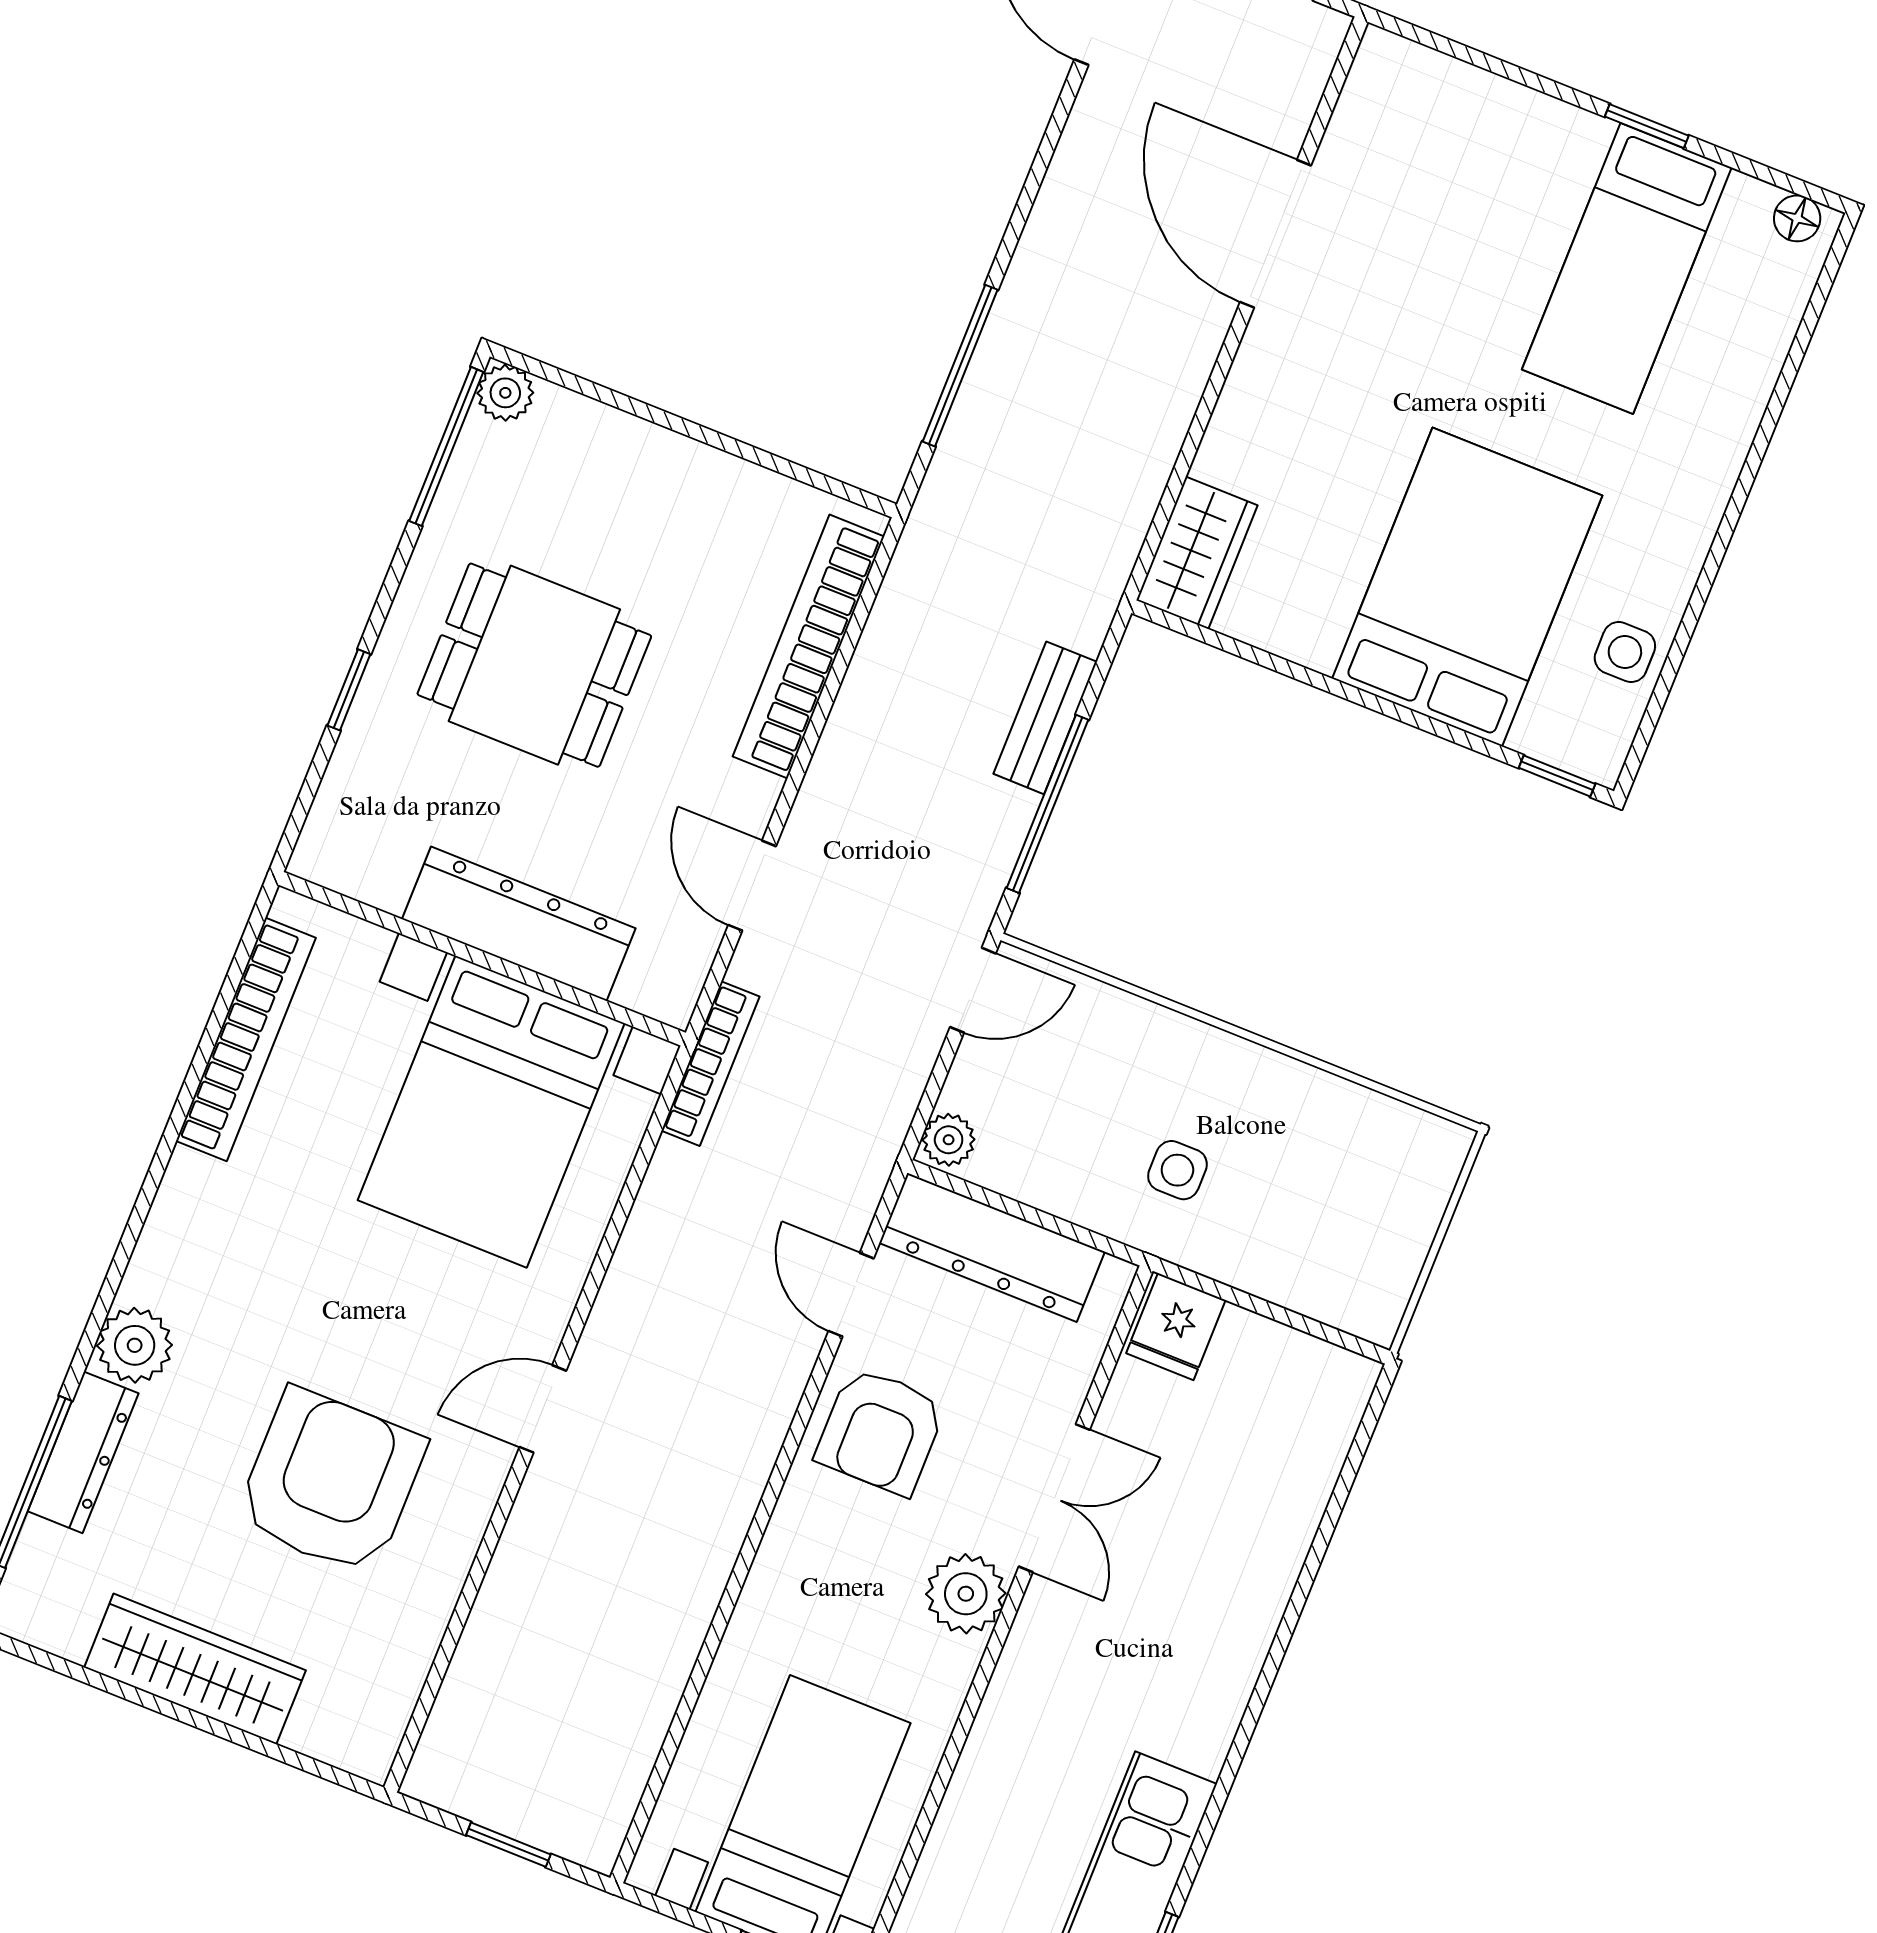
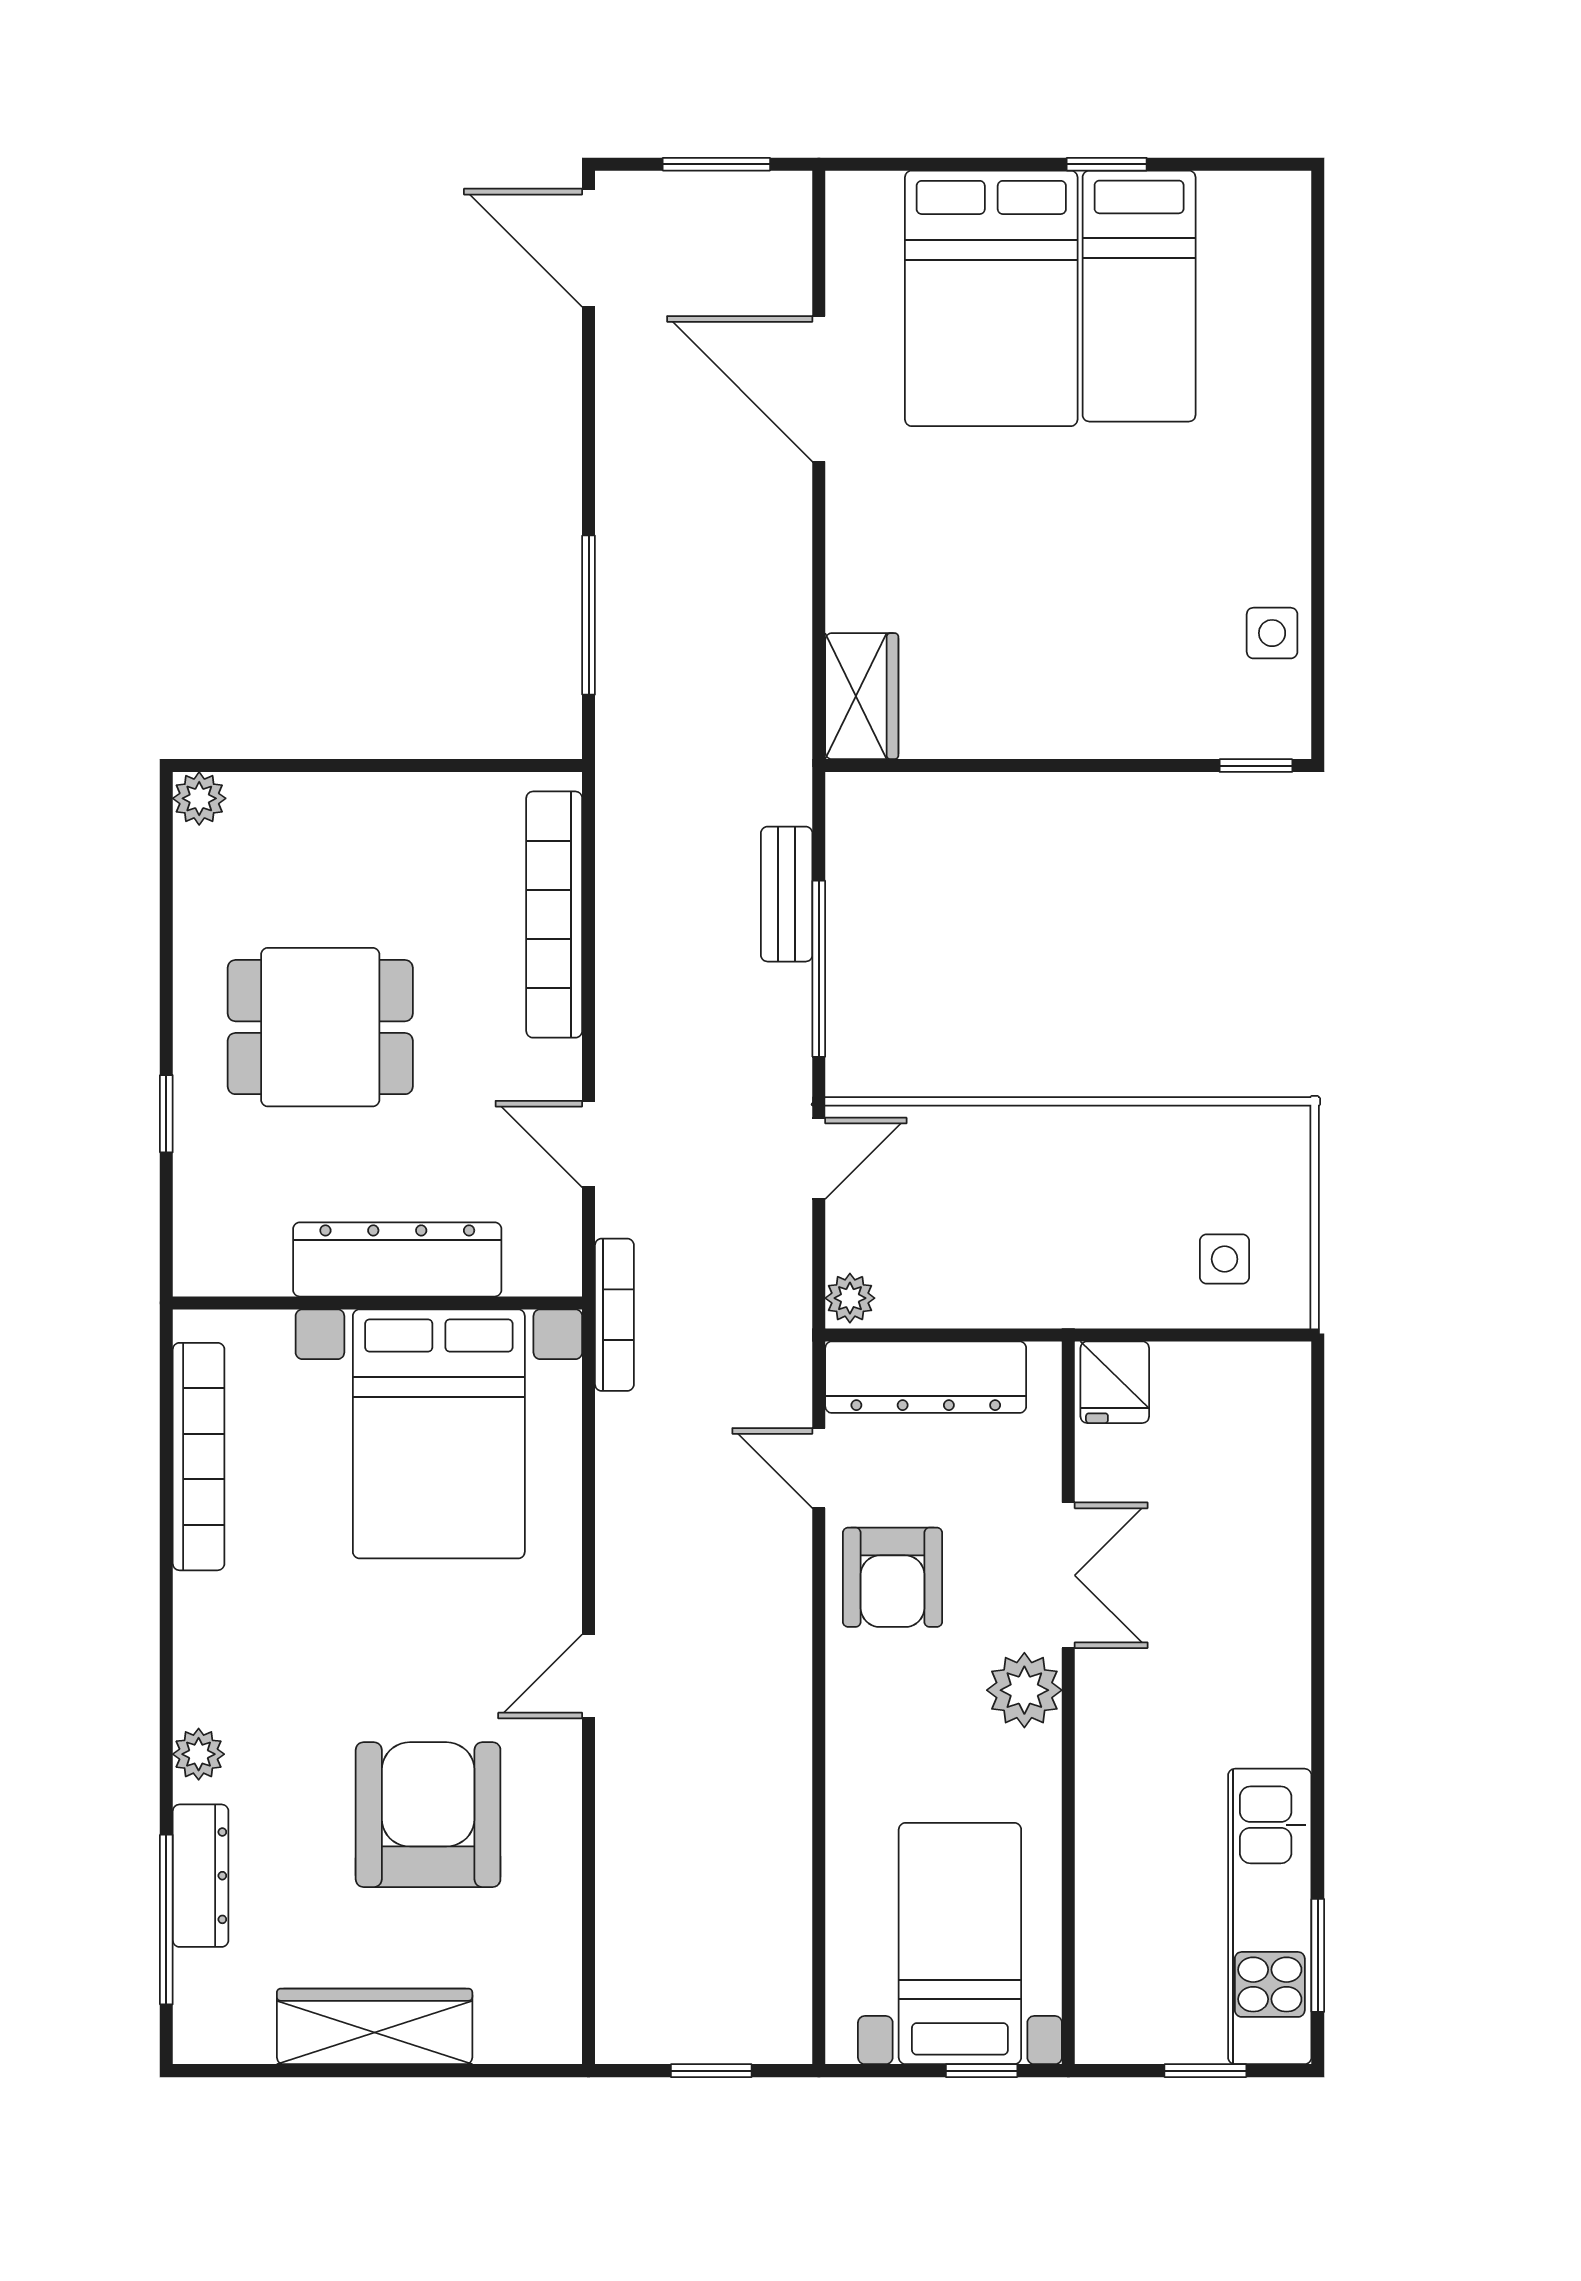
floor lamp: (1797, 218) -> (1271, 192), removed
window: (446, 446) -> (166, 866), removed
bed: (1467, 587) -> (991, 298), moved, turned 180
side table: (1177, 1170) -> (1225, 1259), moved
plant: (135, 1345) -> (199, 1754), width x0.73, depth x0.73

